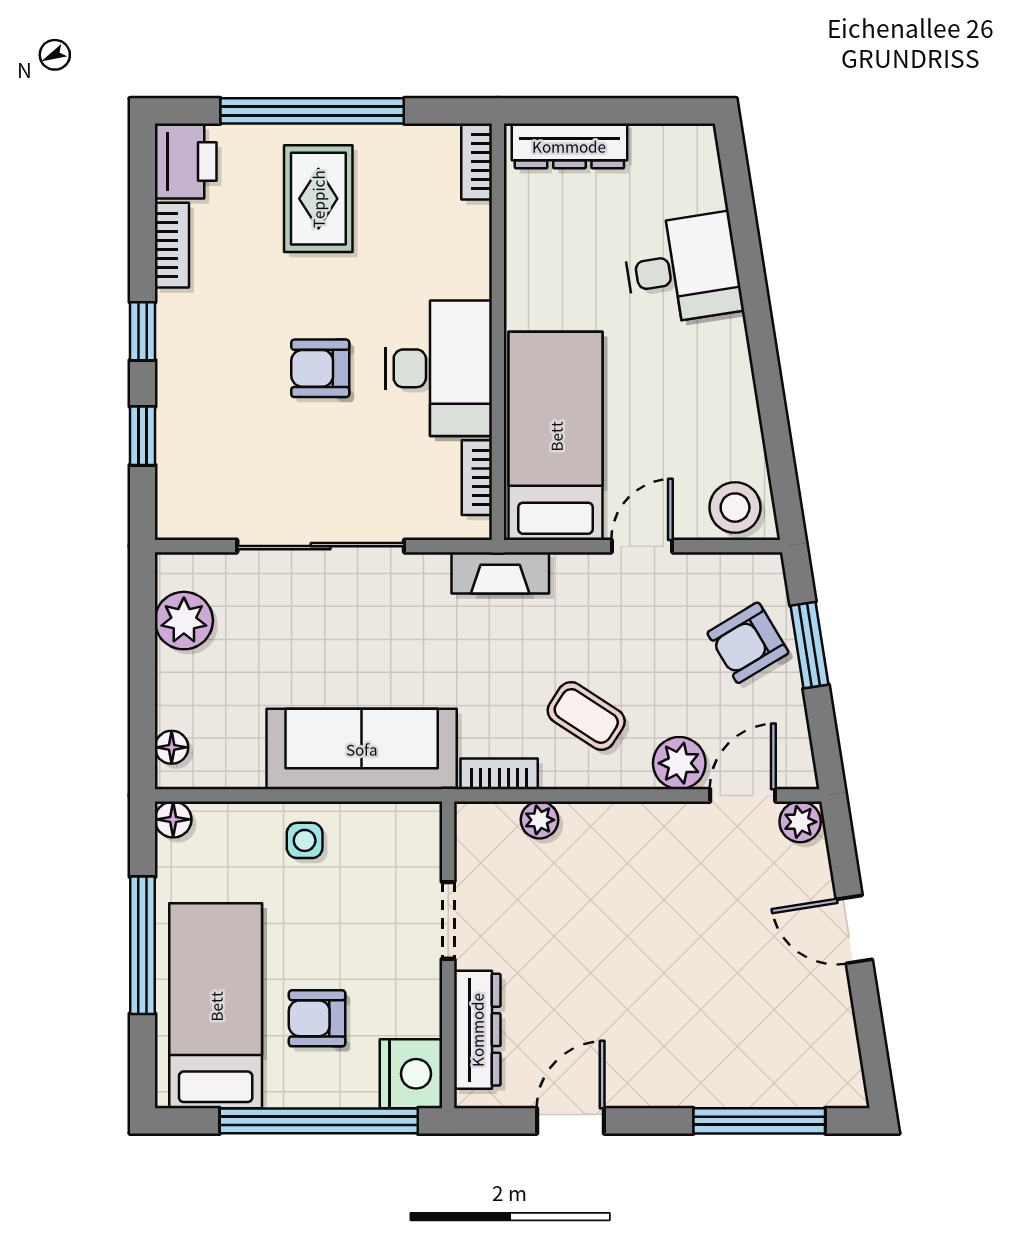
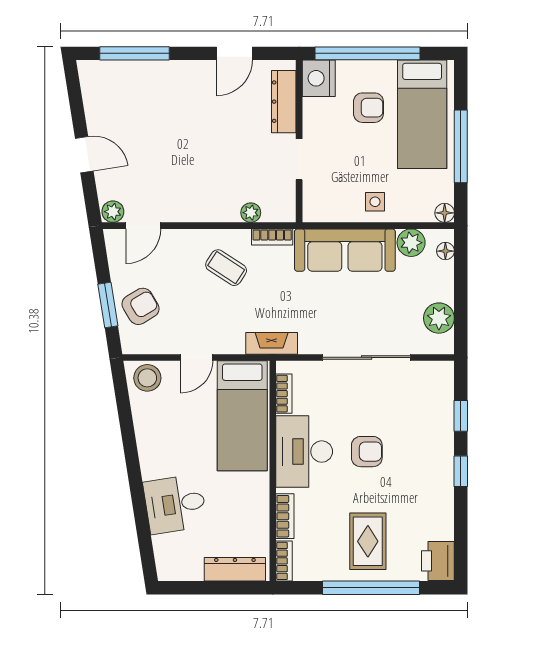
bookcase: (172, 245) -> (285, 516), moved, turned 180
plant: (679, 763) -> (411, 243), moved

